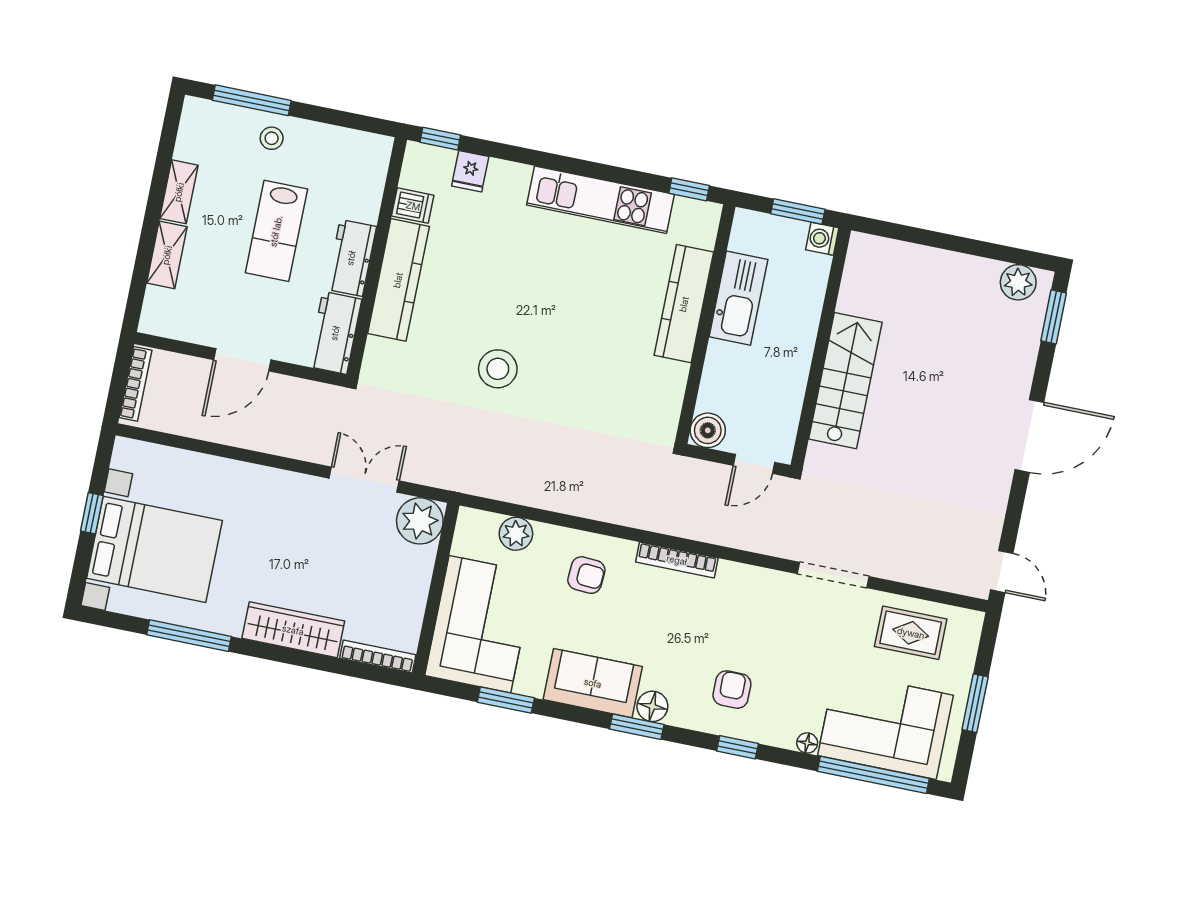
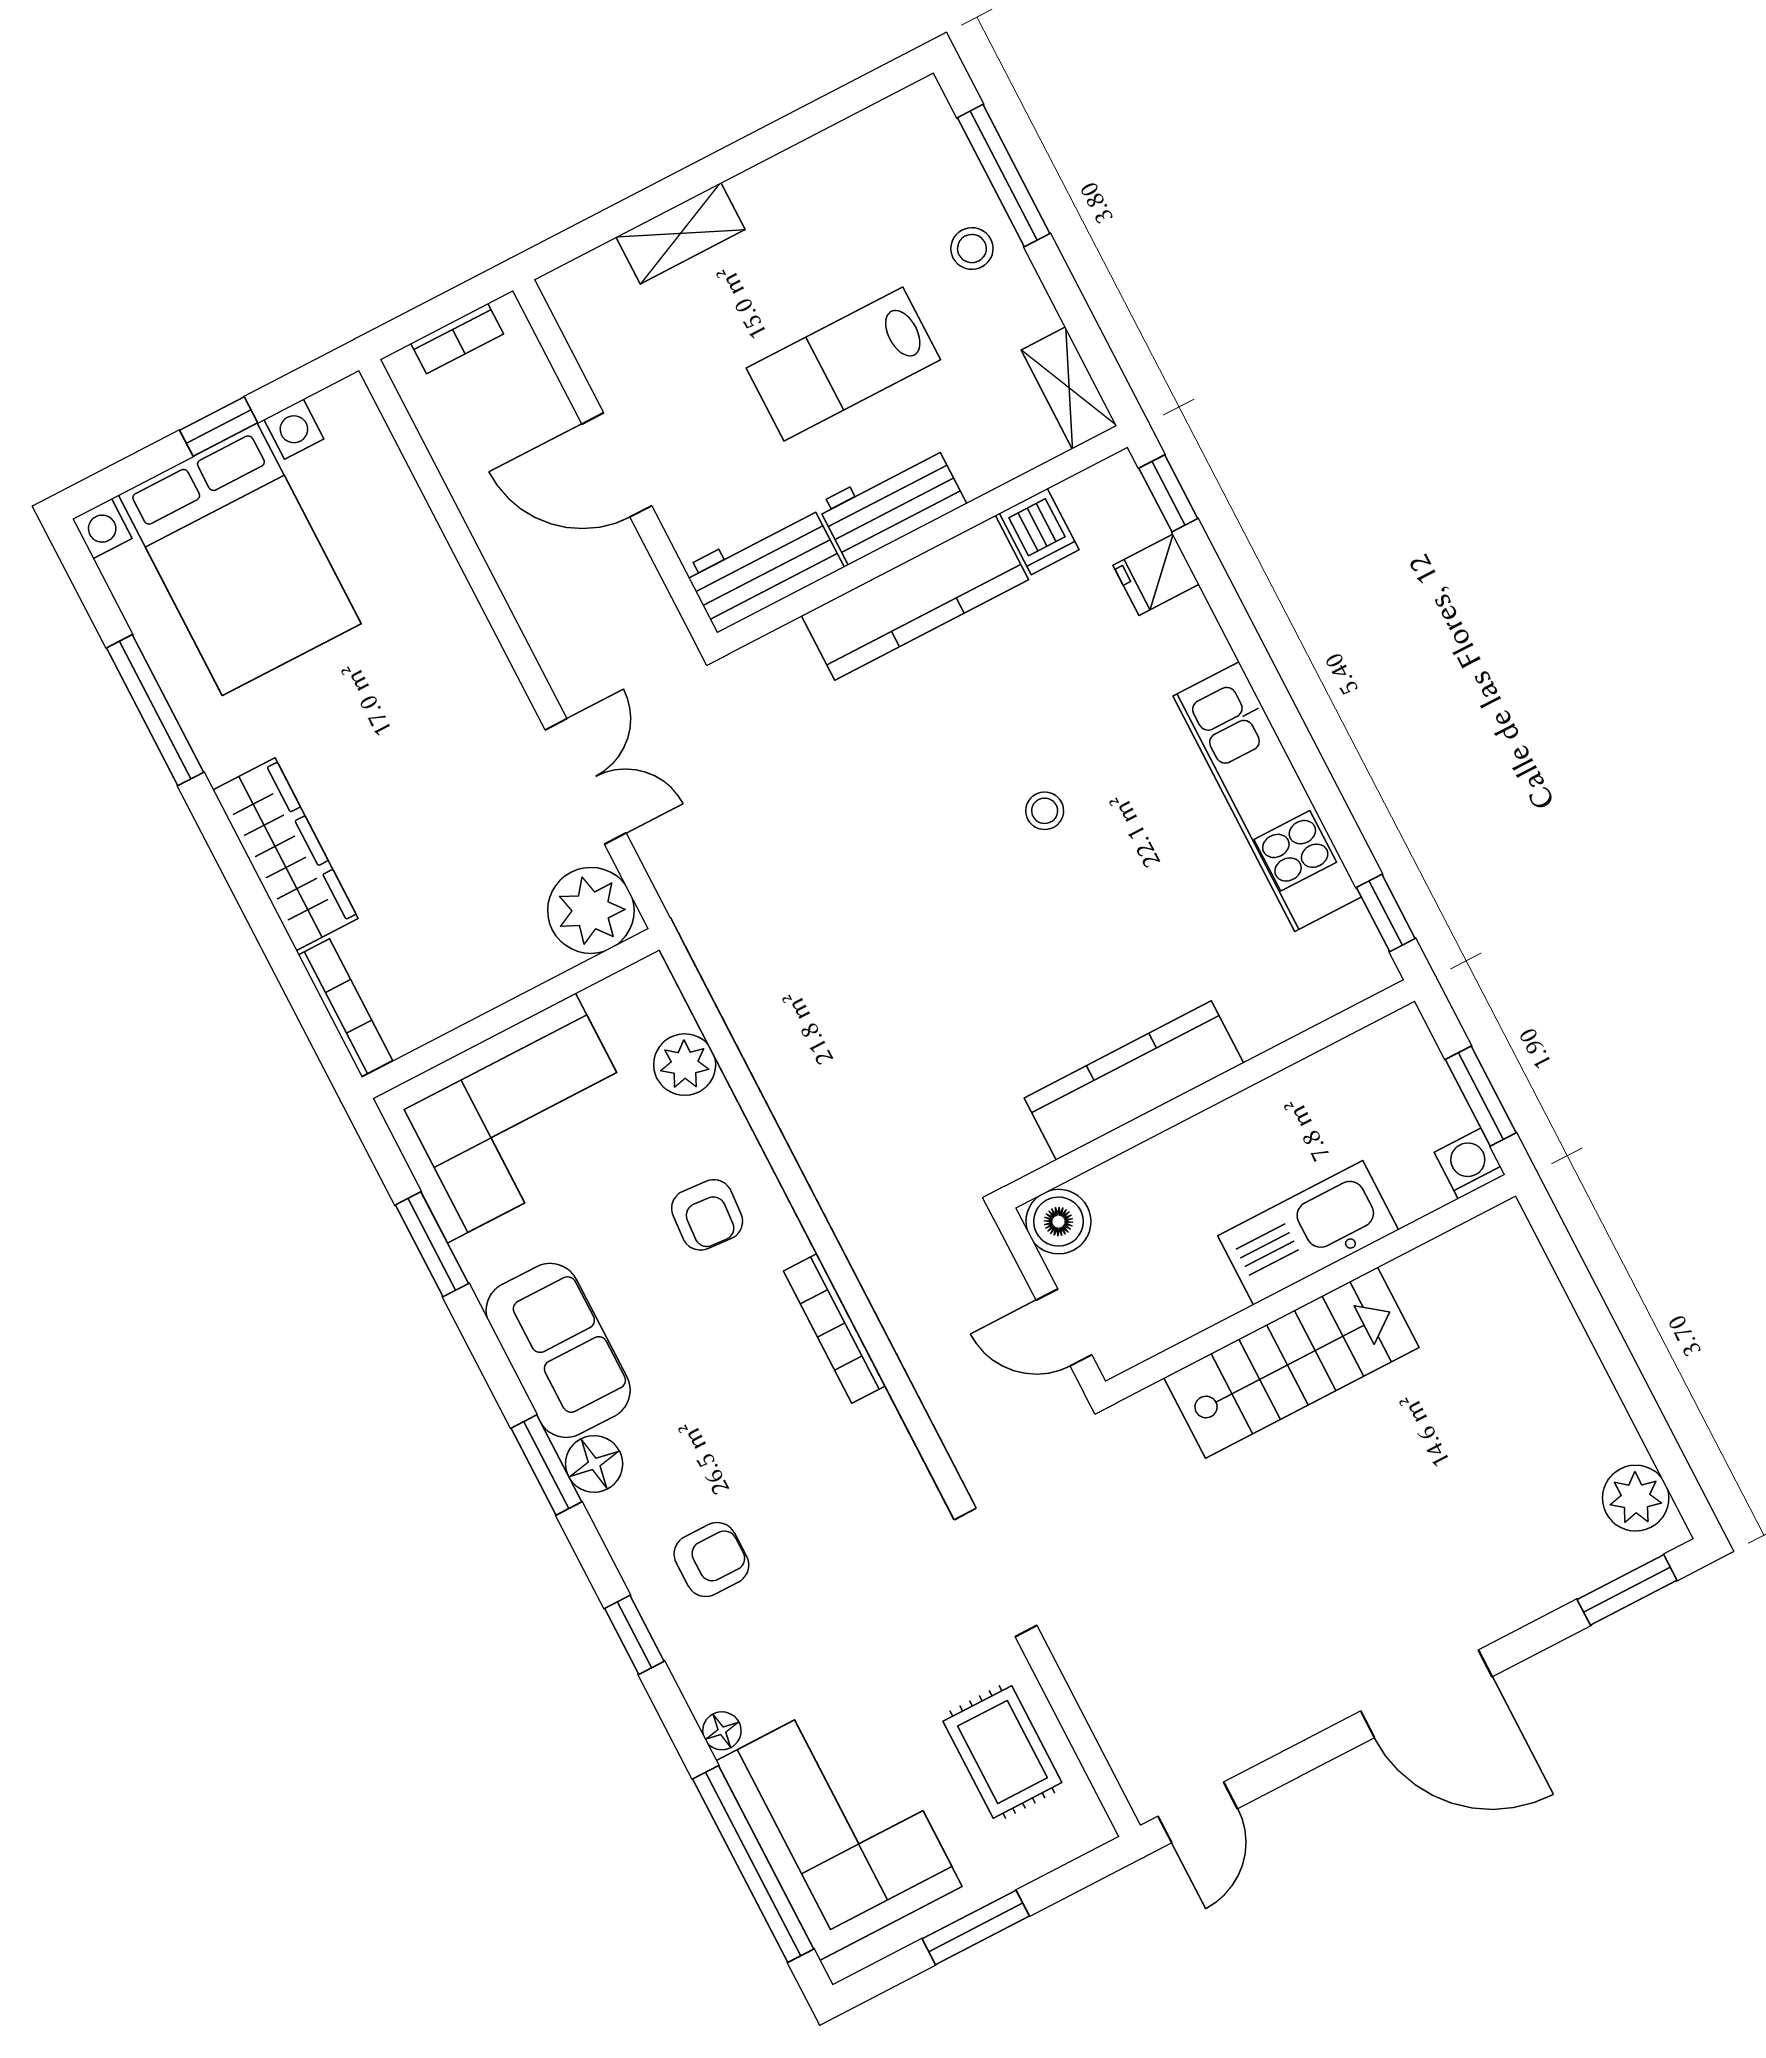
shelving: (179, 192) -> (1069, 388), moved, turned 90
kitchen sink: (738, 298) -> (1308, 1233), moved, turned 180
kitchen counter: (684, 304) -> (1134, 1080), moved
stool: (498, 369) -> (1045, 811), moved, width x0.53, depth x0.53
bookcase: (136, 384) -> (457, 339), width x0.64

